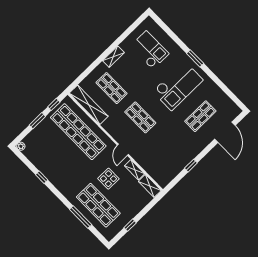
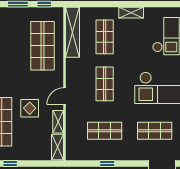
shop shelf: (78, 132) -> (42, 46), width x0.71
shop shelf: (169, 147) -> (105, 131), added

